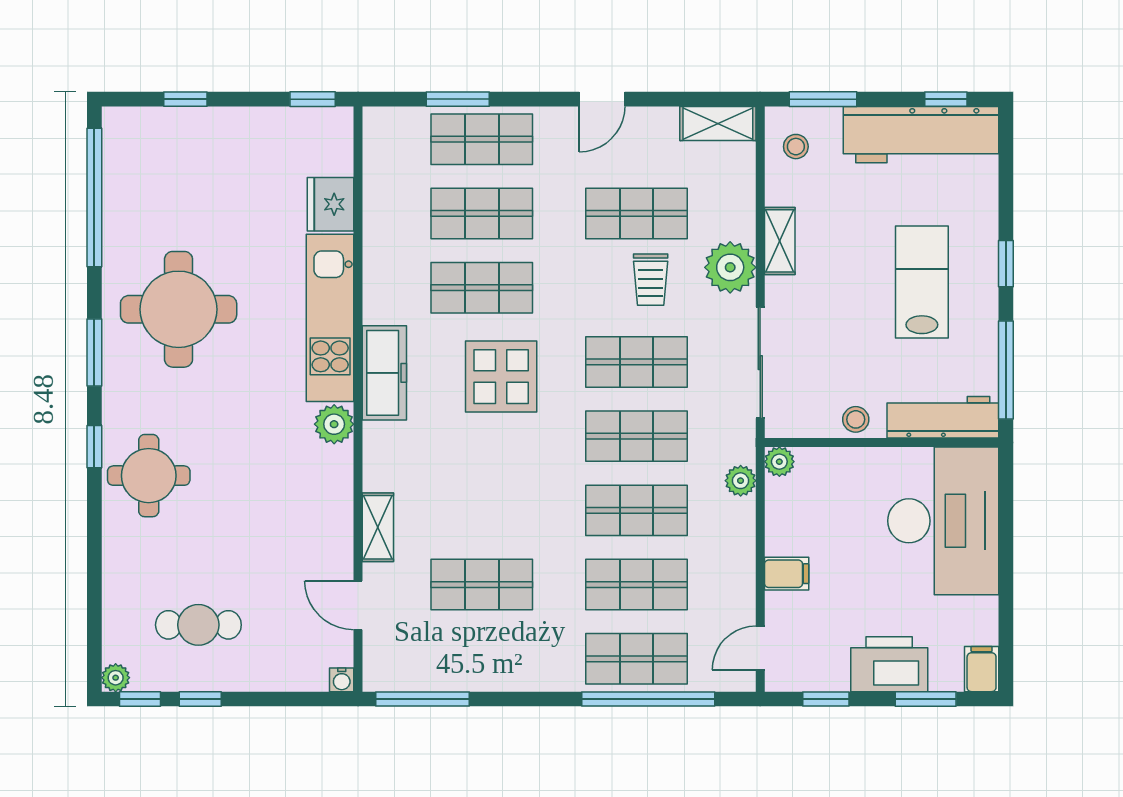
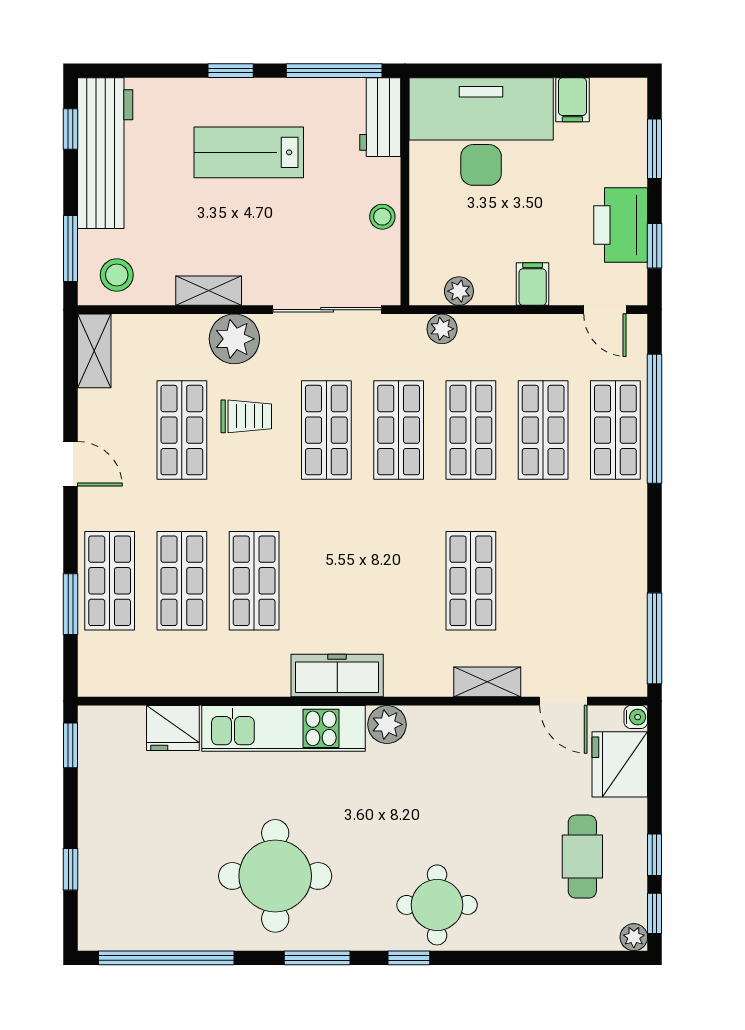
stool: (796, 147) -> (117, 275), width x1.37, depth x1.37
display table: (501, 377) -> (341, 562), removed
workbench: (943, 417) -> (380, 117), width x0.73
plant: (779, 462) -> (459, 291), moved
shop shelf: (482, 585) -> (471, 581), moved
door: (358, 605) -> (563, 701), hinge flipped
fridge: (293, 663) -> (620, 764), added
printer: (889, 664) -> (621, 225), moved
filing cabinet: (982, 669) -> (572, 100), moved, turned -90

